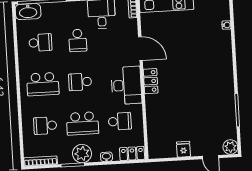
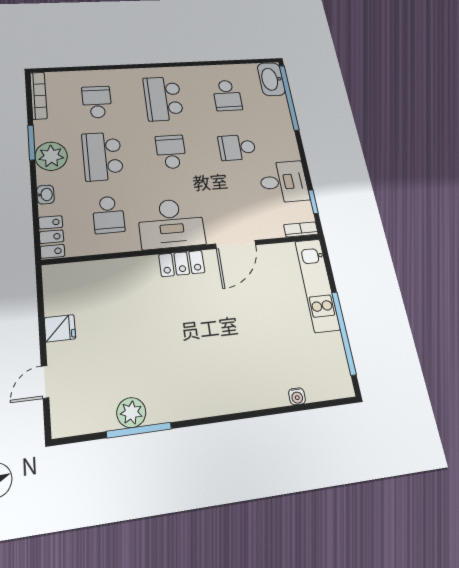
plant: (230, 147) -> (131, 413), moved

